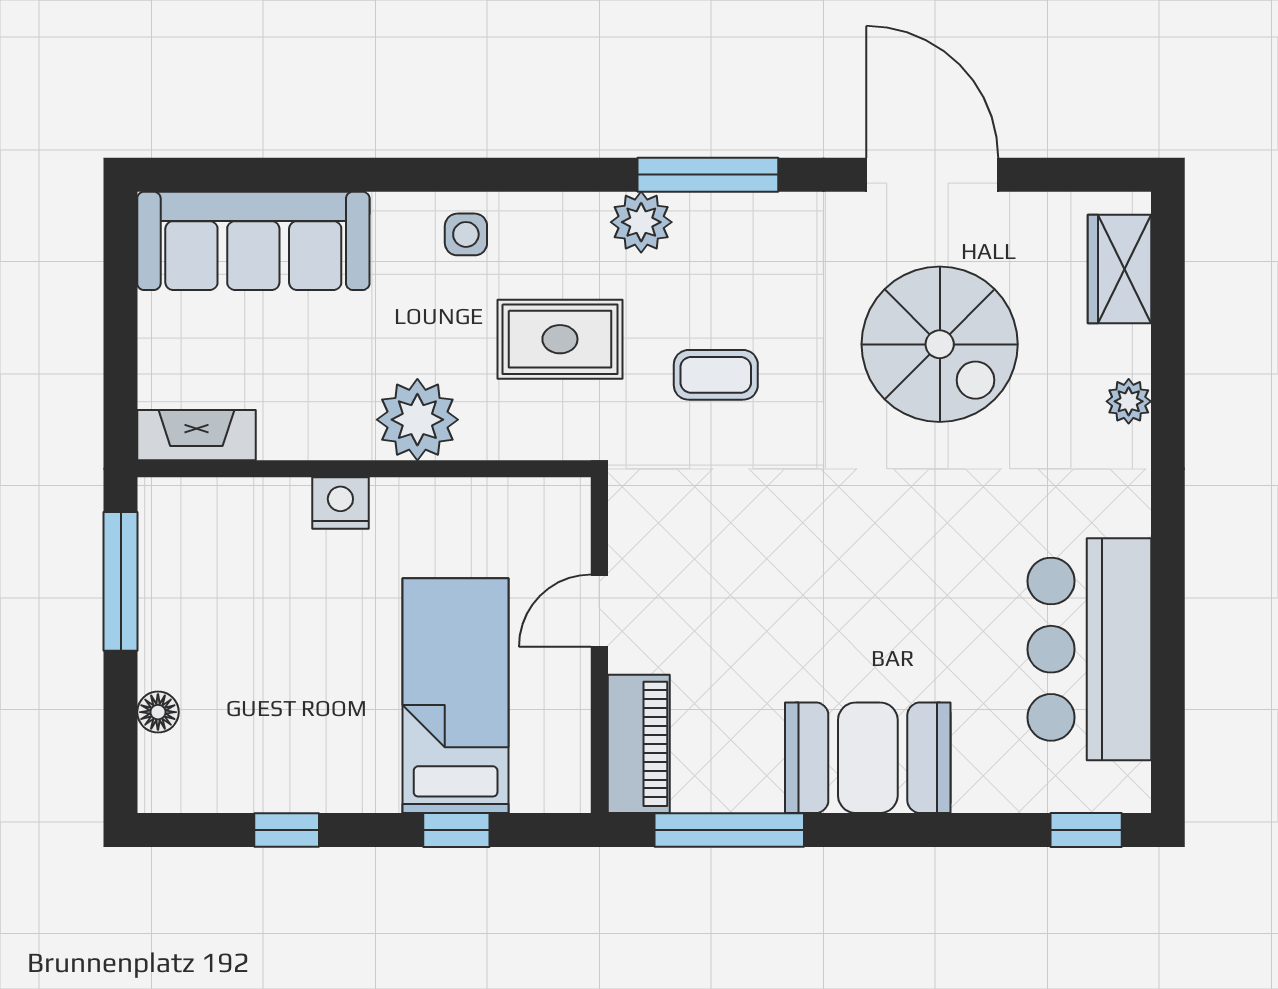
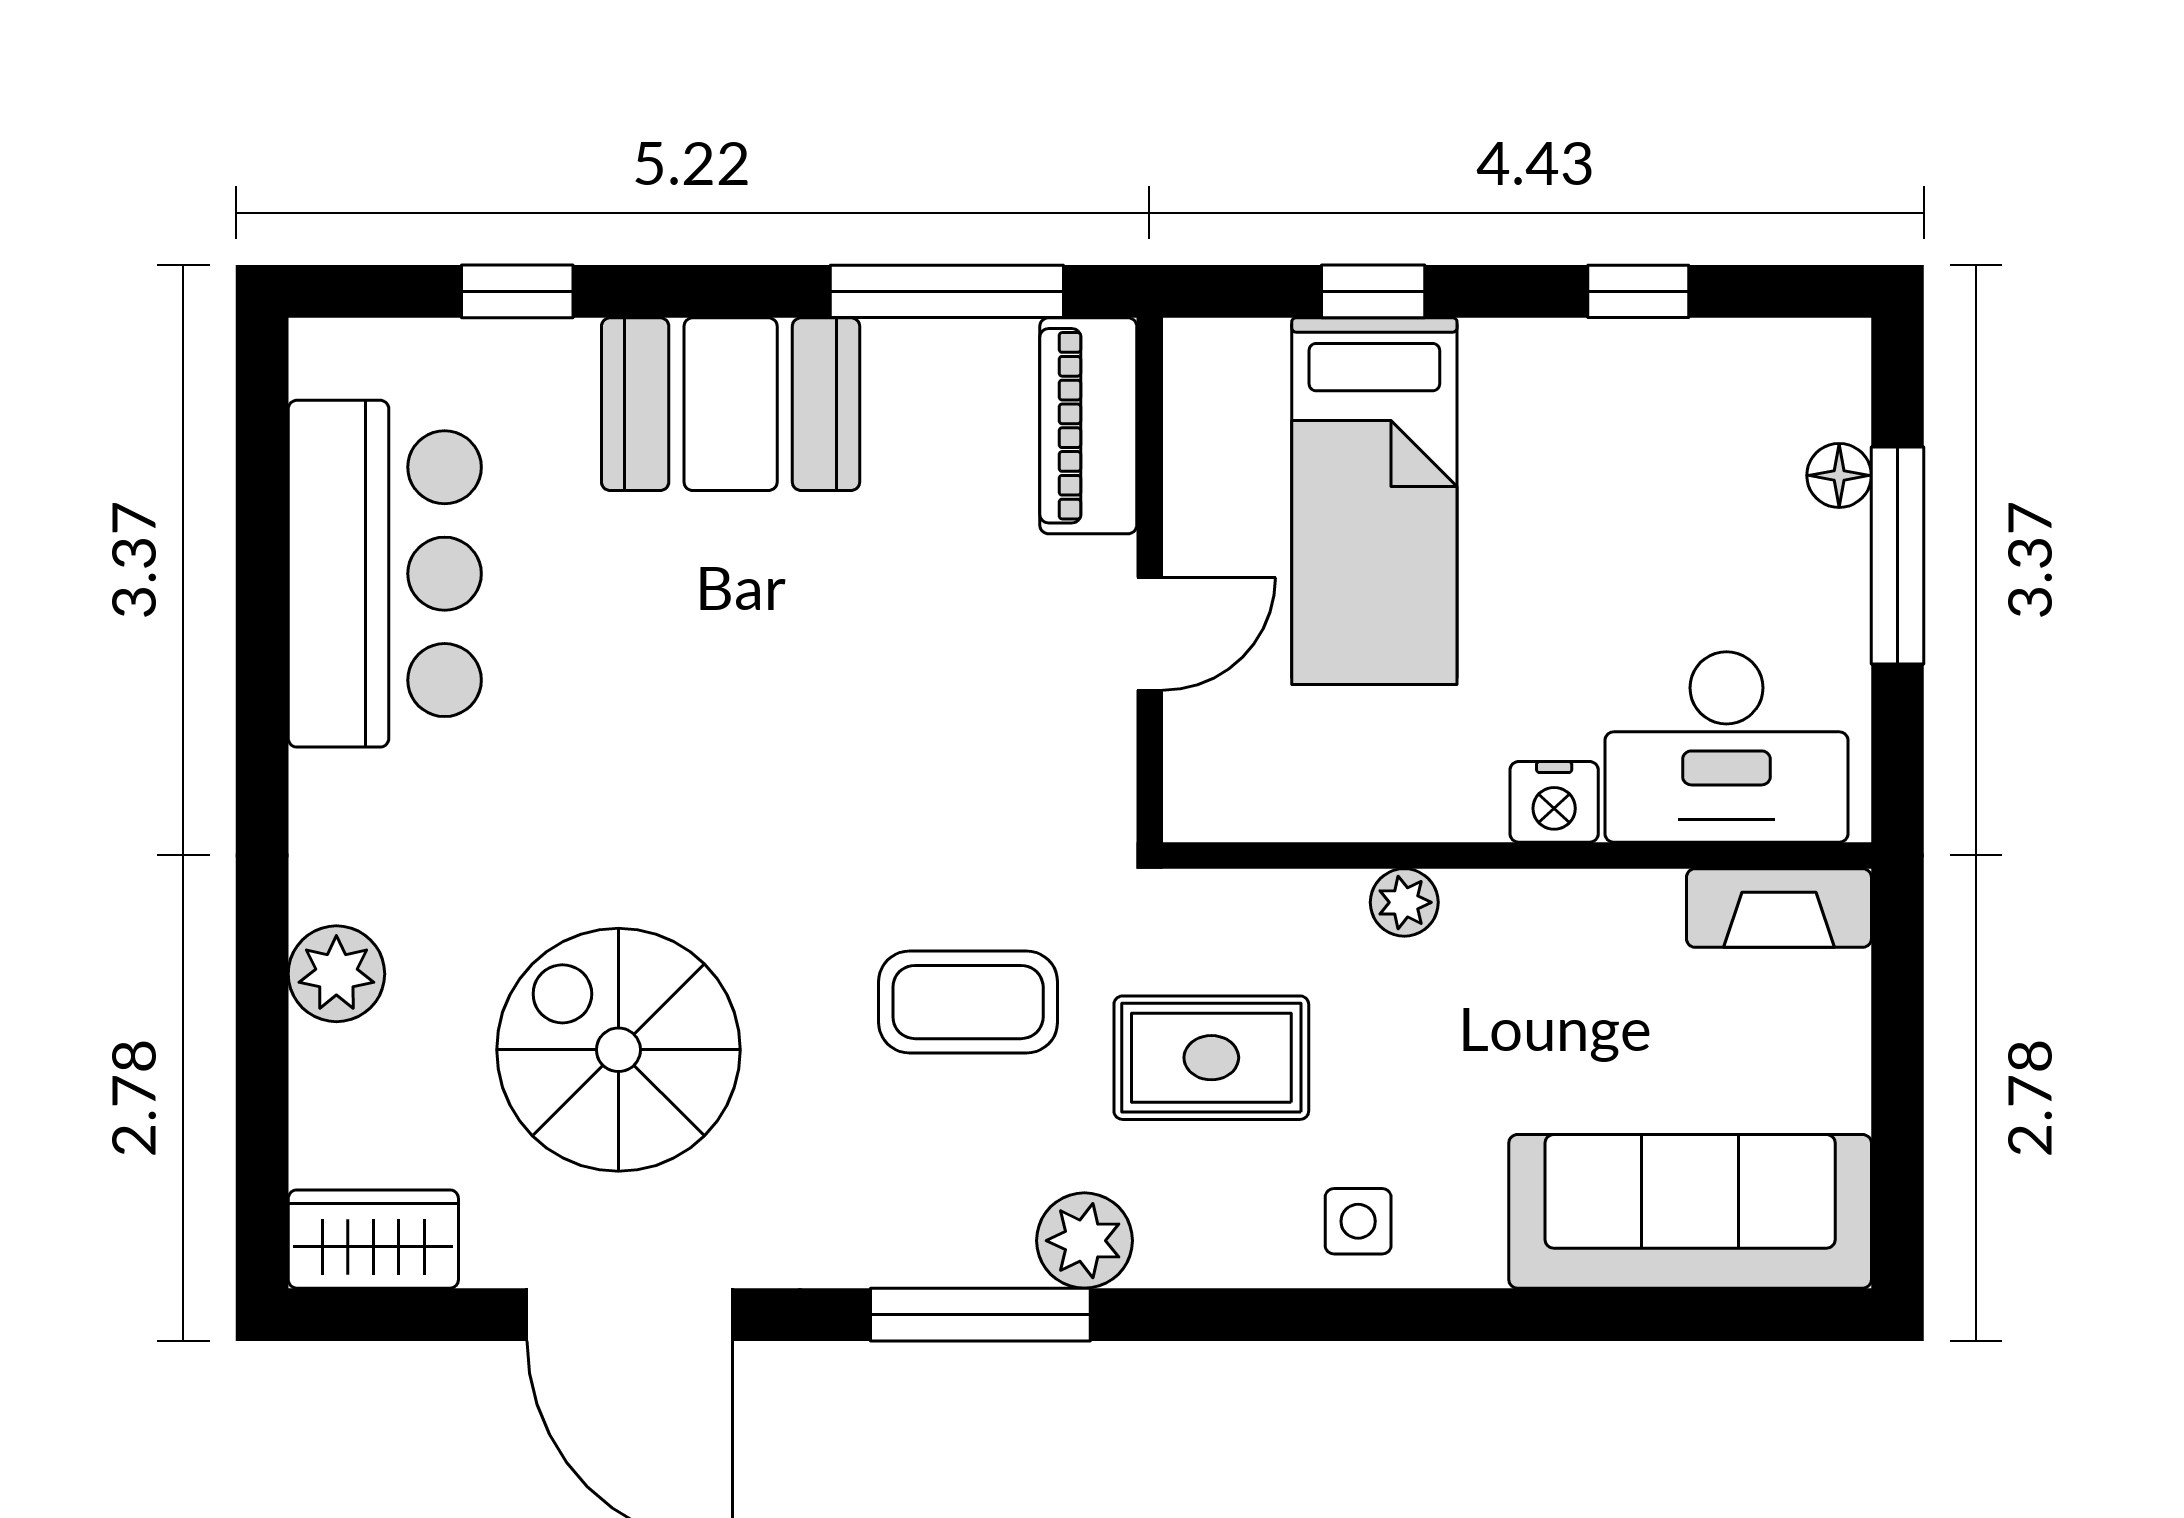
wardrobe: (1119, 269) -> (373, 1239), moved, turned -90
coffee table: (716, 375) -> (968, 1002), width x1.36, depth x1.30
plant: (1129, 401) -> (336, 974), width x1.38, depth x1.38
plant: (417, 420) -> (1404, 902), width x0.53, depth x0.53
desk: (230, 538) -> (1726, 747), added
window: (121, 581) -> (1898, 556), moved
window: (1086, 830) -> (517, 291), moved

